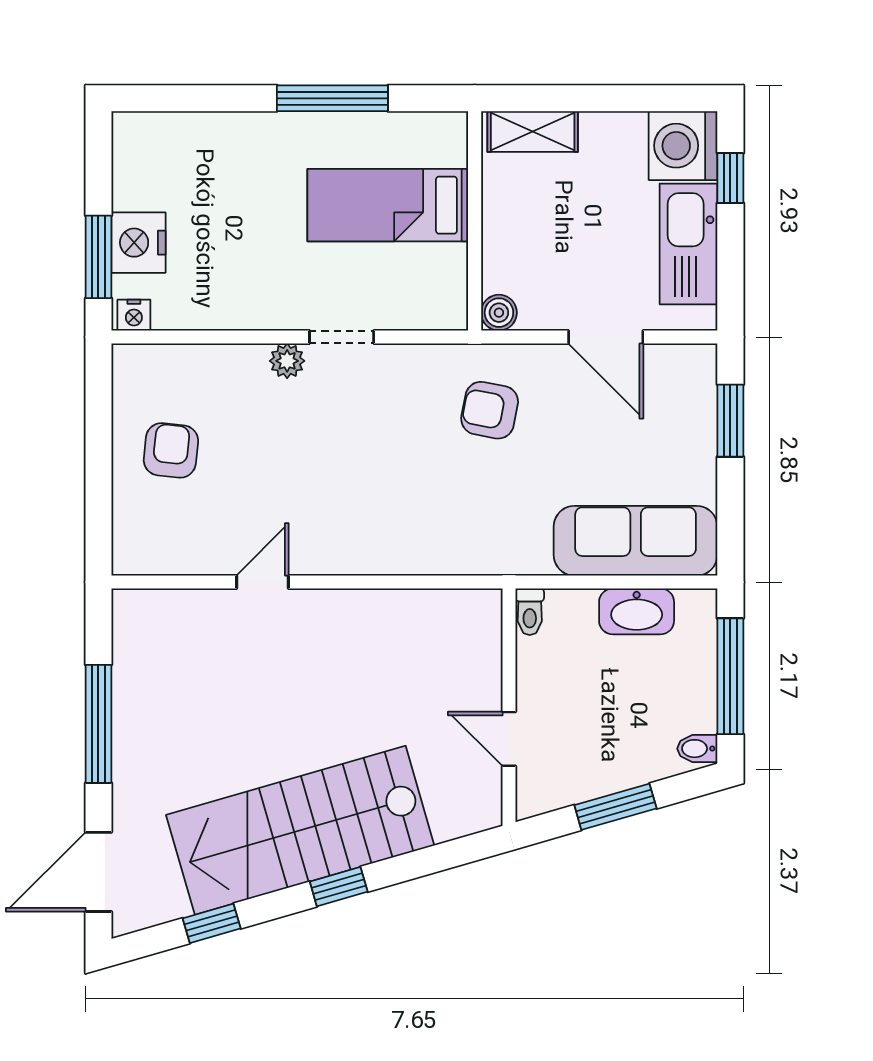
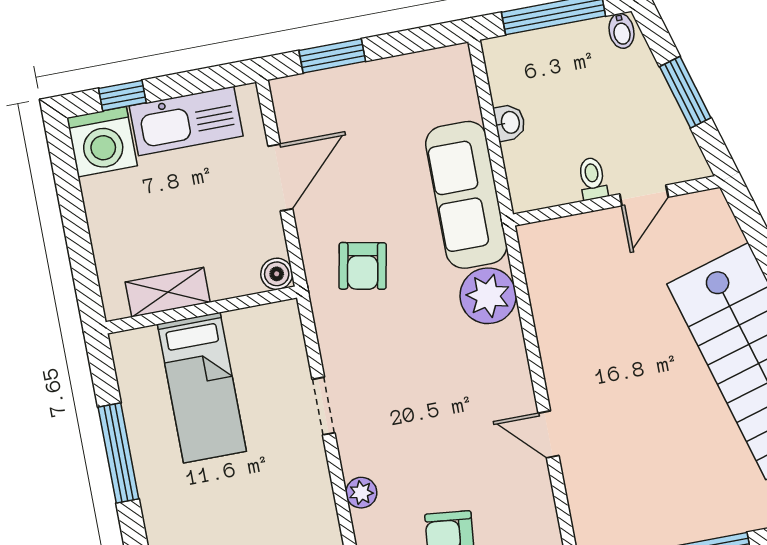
shelving: (533, 132) -> (168, 292), moved, turned 90
plant: (287, 361) -> (361, 493), moved
sofa: (636, 541) -> (466, 195), moved
plant: (430, 544) -> (488, 296), added
washbasin: (637, 611) -> (510, 123), width x0.52, depth x0.69
toilet: (530, 612) -> (593, 178), moved, turned -90

